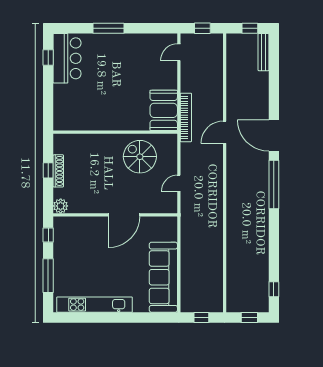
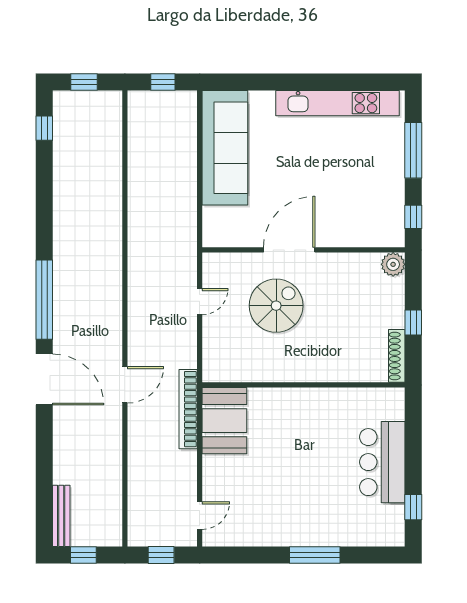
bar counter: (67, 58) -> (382, 462), moved
spiral stairs: (140, 157) -> (276, 306), moved, turned -90
shoe rack: (58, 171) -> (397, 356), moved

